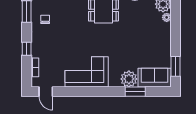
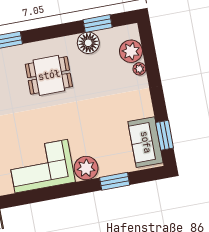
sofa: (155, 78) -> (146, 142), moved, turned -90
plant: (129, 79) -> (86, 168), moved

